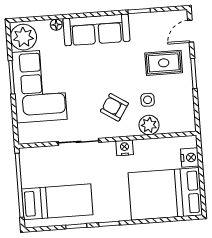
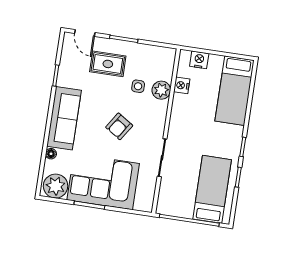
rug: (164, 63) -> (108, 64), turned 90
armchair: (114, 107) -> (119, 126), moved
nightstand: (125, 148) -> (182, 85), moved
bed: (165, 194) -> (235, 91), width x0.67

